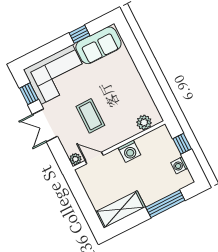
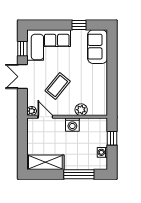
sofa: (98, 45) -> (98, 47), moved, turned 90
coffee table: (90, 116) -> (58, 86), turned 39
plant: (144, 122) -> (81, 110), moved

